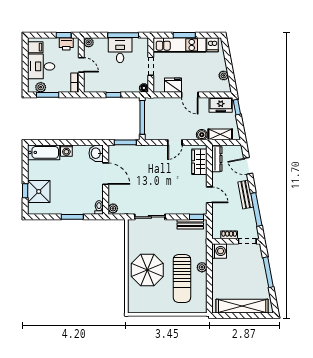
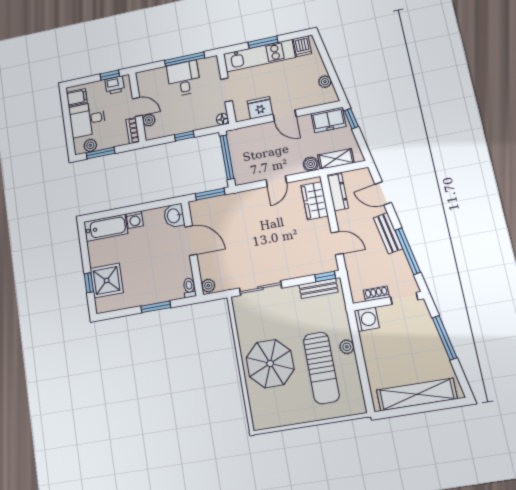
plant: (89, 42) -> (149, 120), moved

